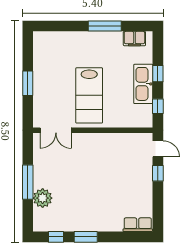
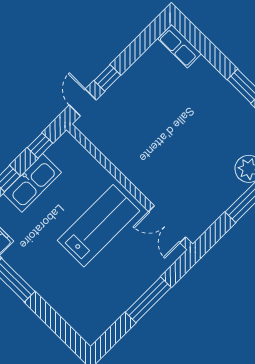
window: (28, 83) -> (148, 300), width x1.44
double door: (56, 130) -> (167, 224), swing flipped

